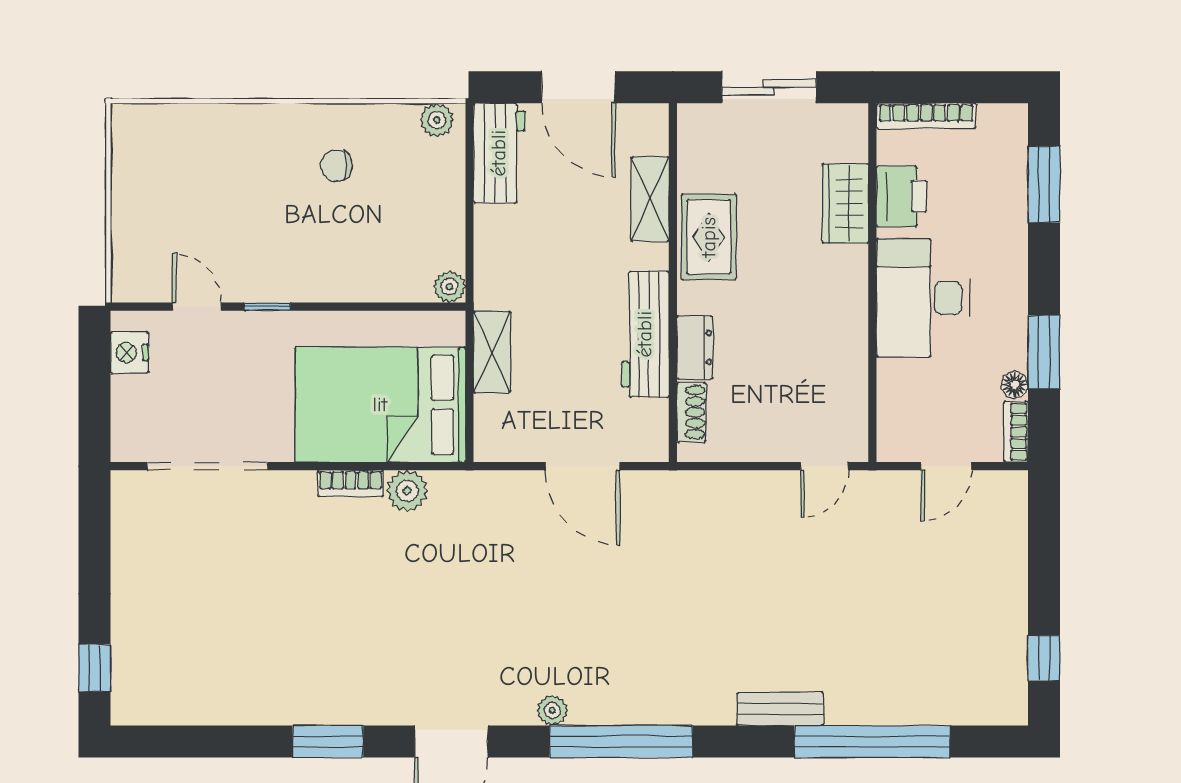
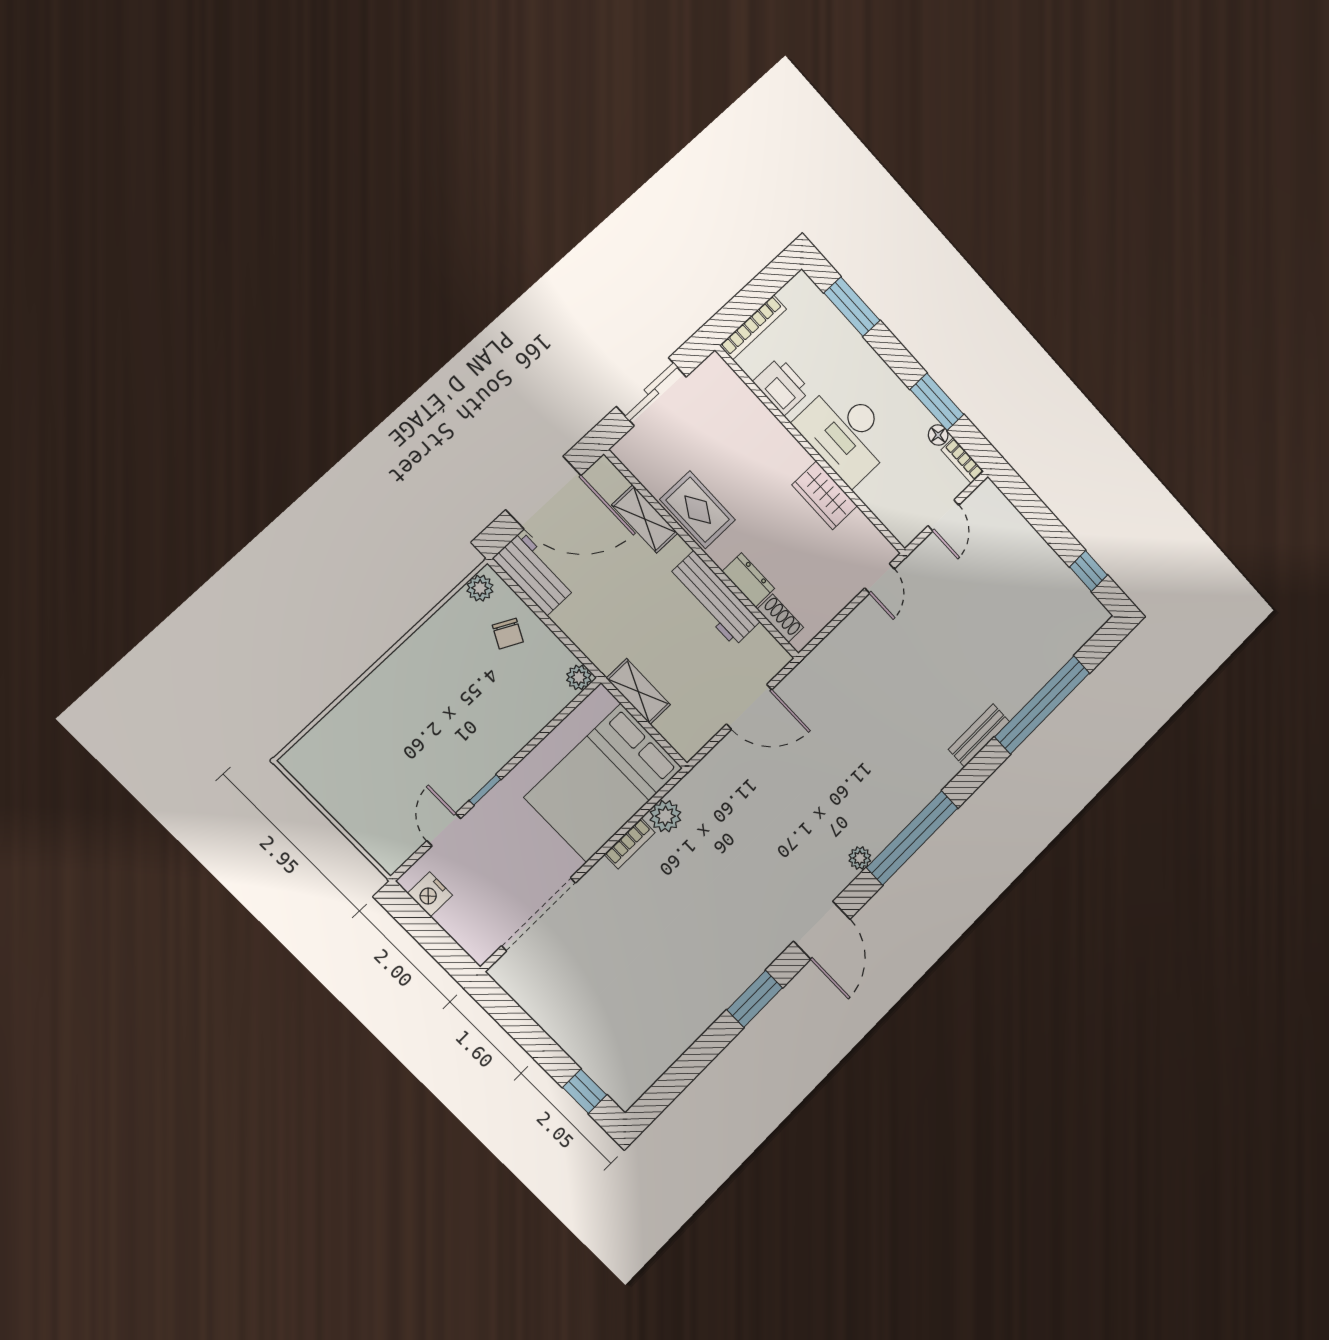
door: (578, 87) -> (544, 493), width x1.36
chair: (337, 166) -> (508, 633), moved, turned -63
wardrobe: (845, 203) -> (825, 495), moved
door: (197, 307) -> (444, 830), hinge flipped

